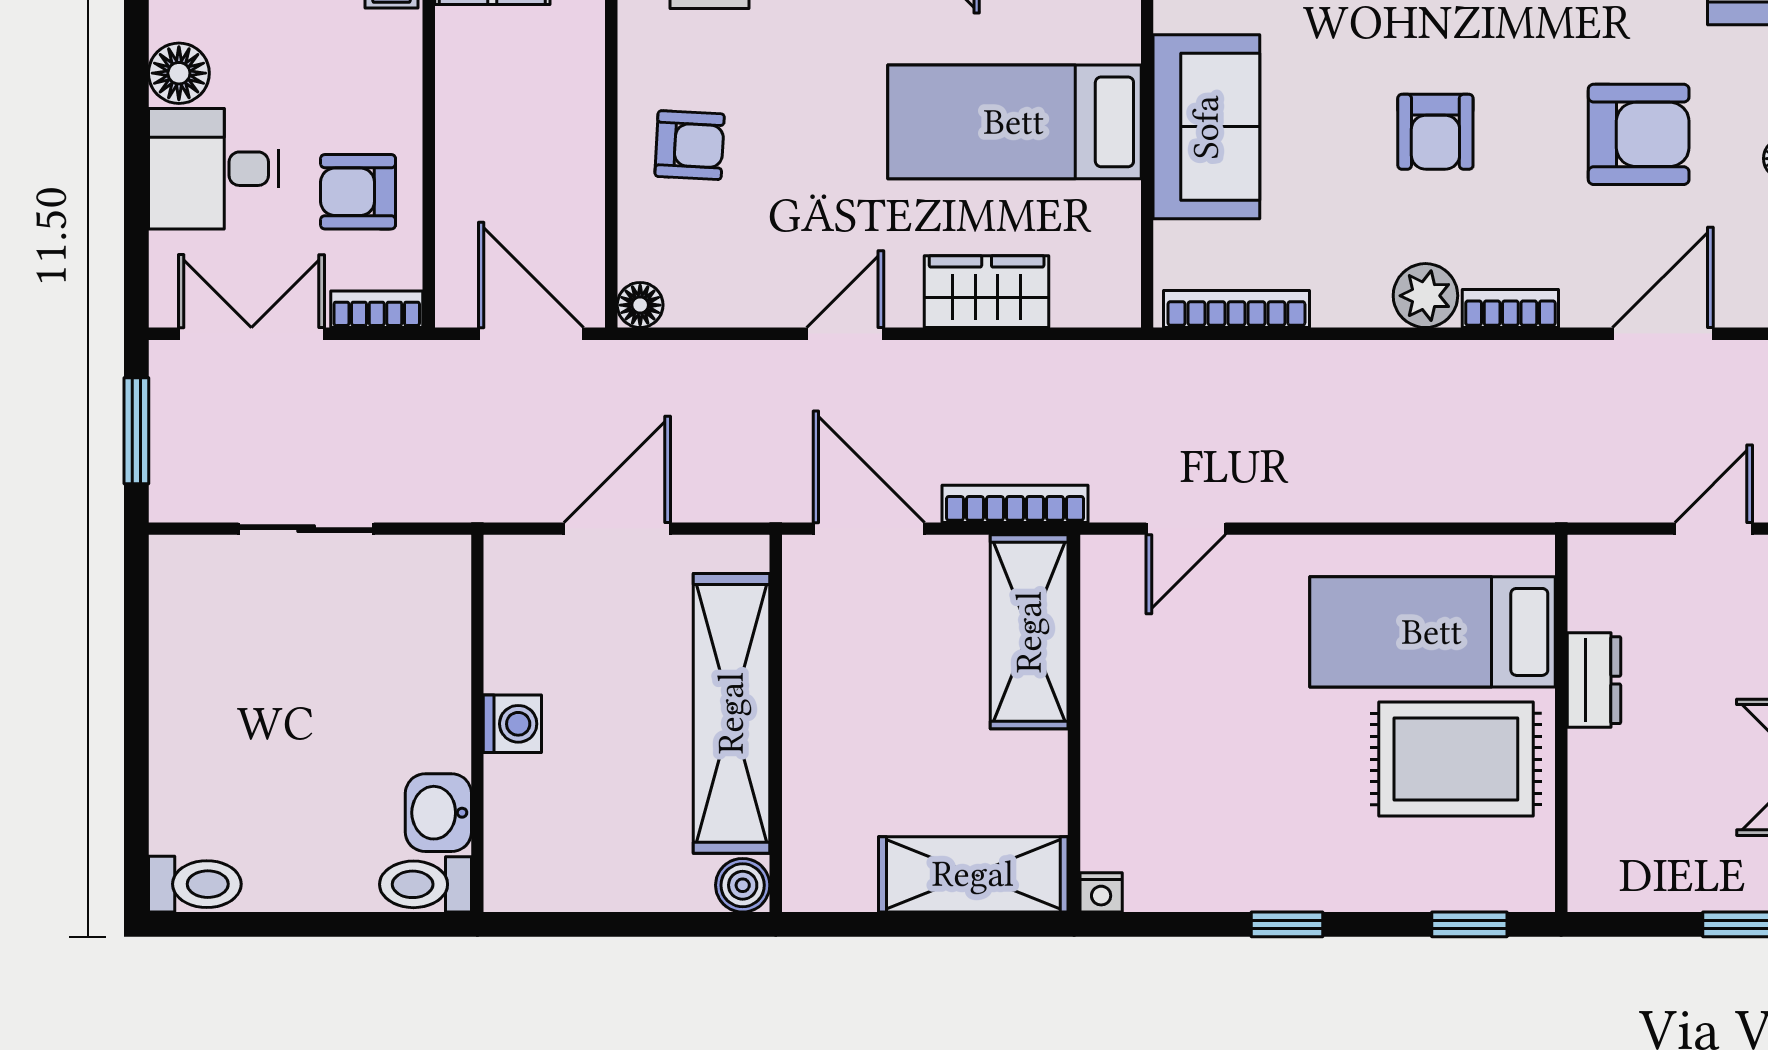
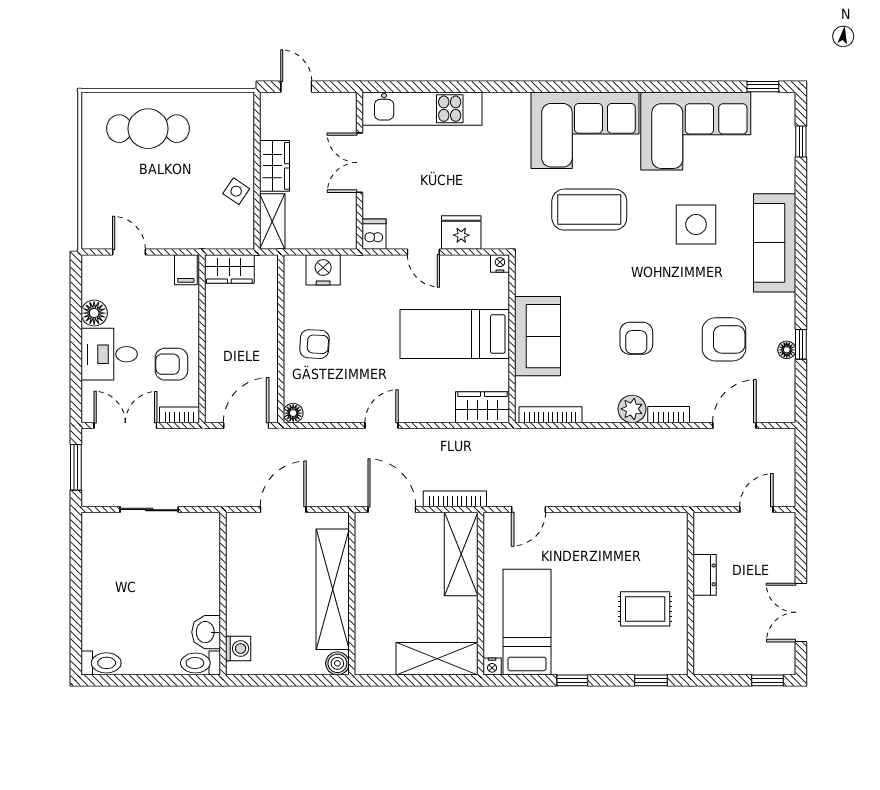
wardrobe: (987, 292) -> (482, 407), moved
door: (531, 334) -> (246, 425), hinge flipped
bed: (1432, 632) -> (527, 622), moved, turned 90
washing machine: (512, 724) -> (238, 649), moved
rug: (1456, 759) -> (645, 609), width x0.73, depth x0.70

